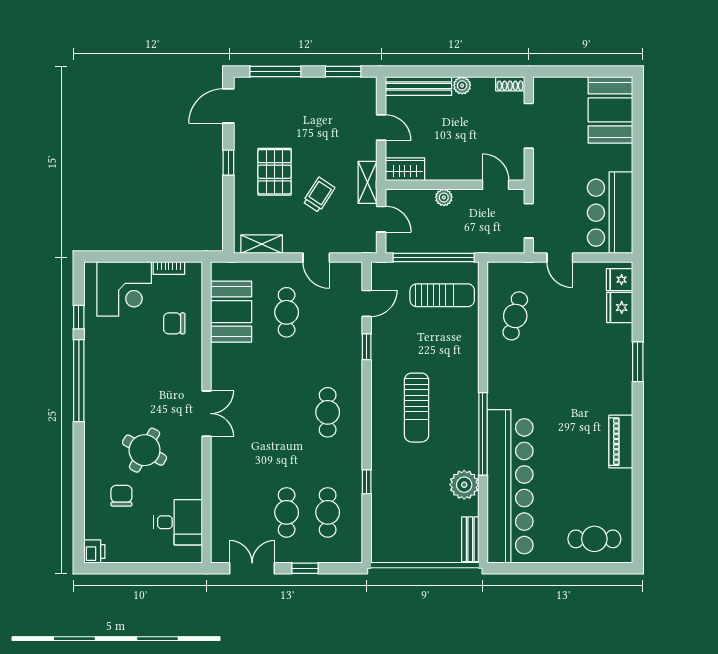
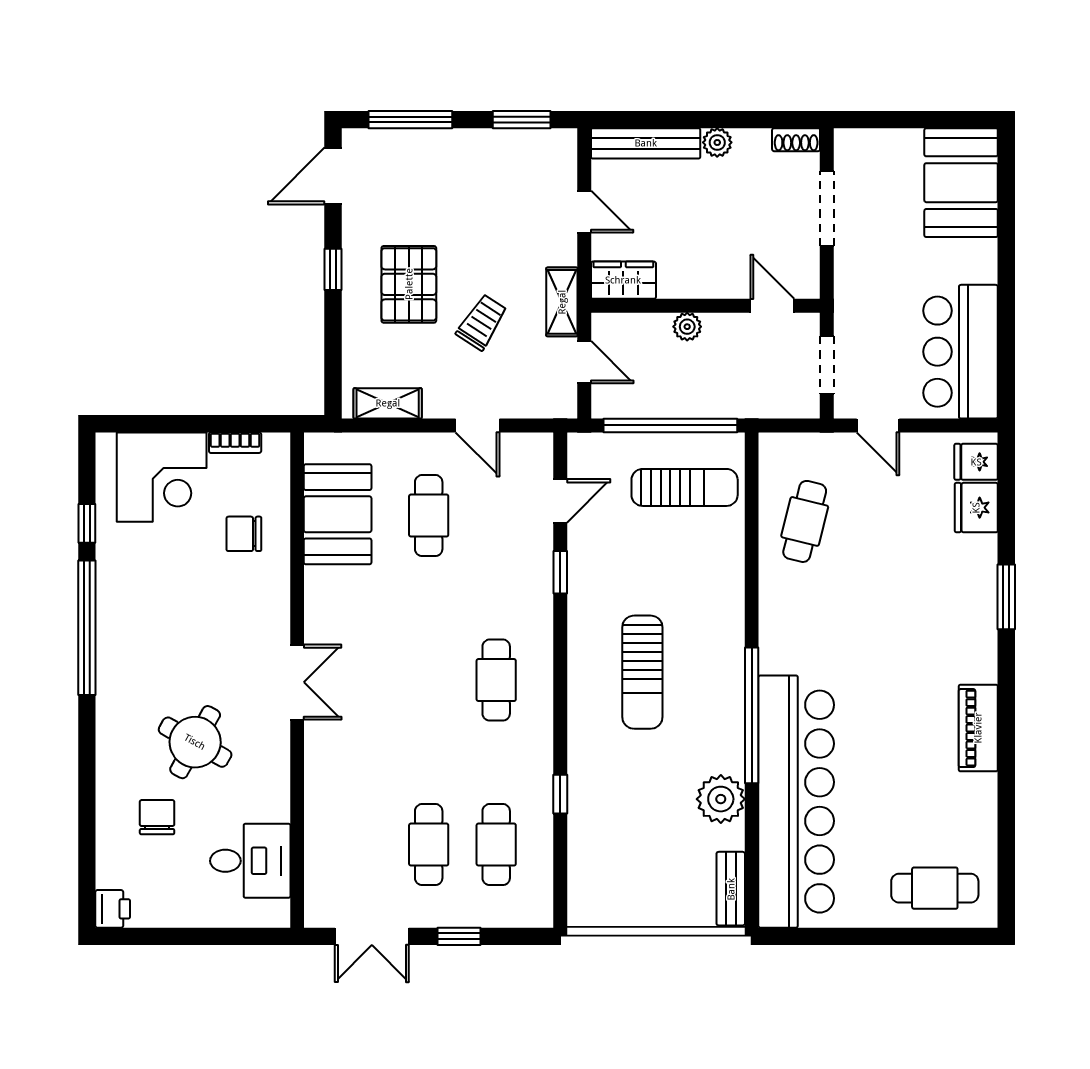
double door: (252, 568) -> (372, 936), swing flipped

